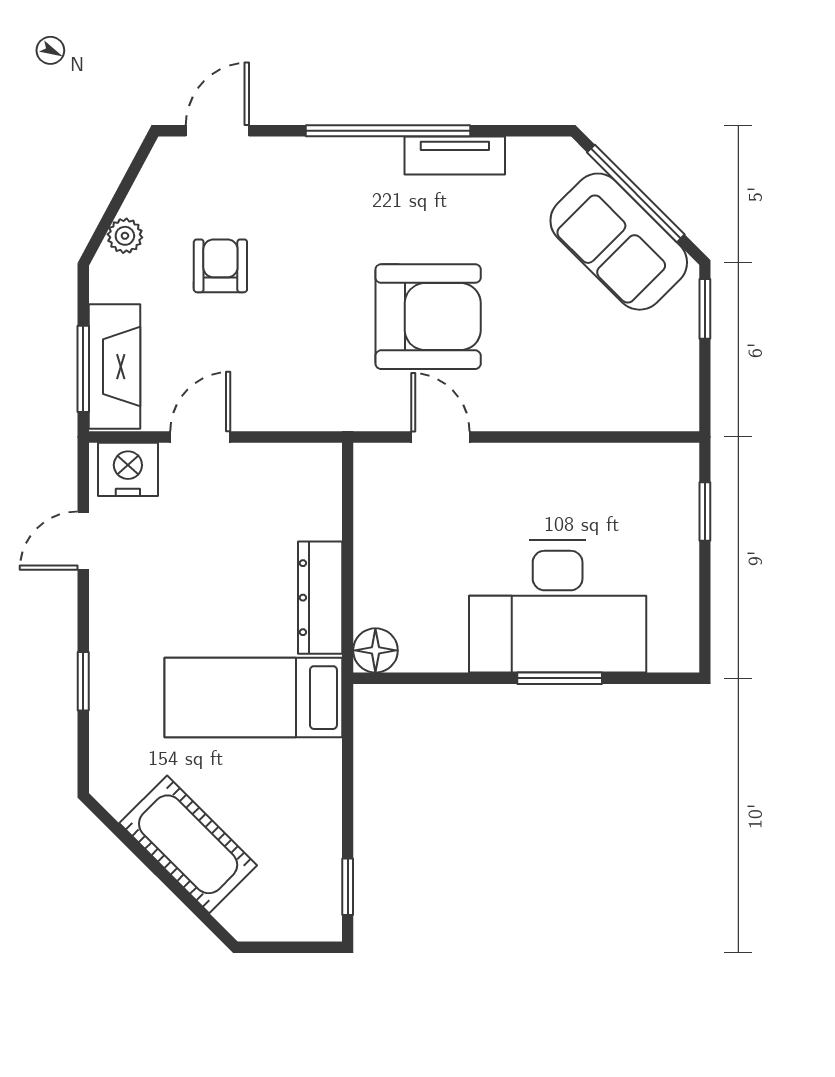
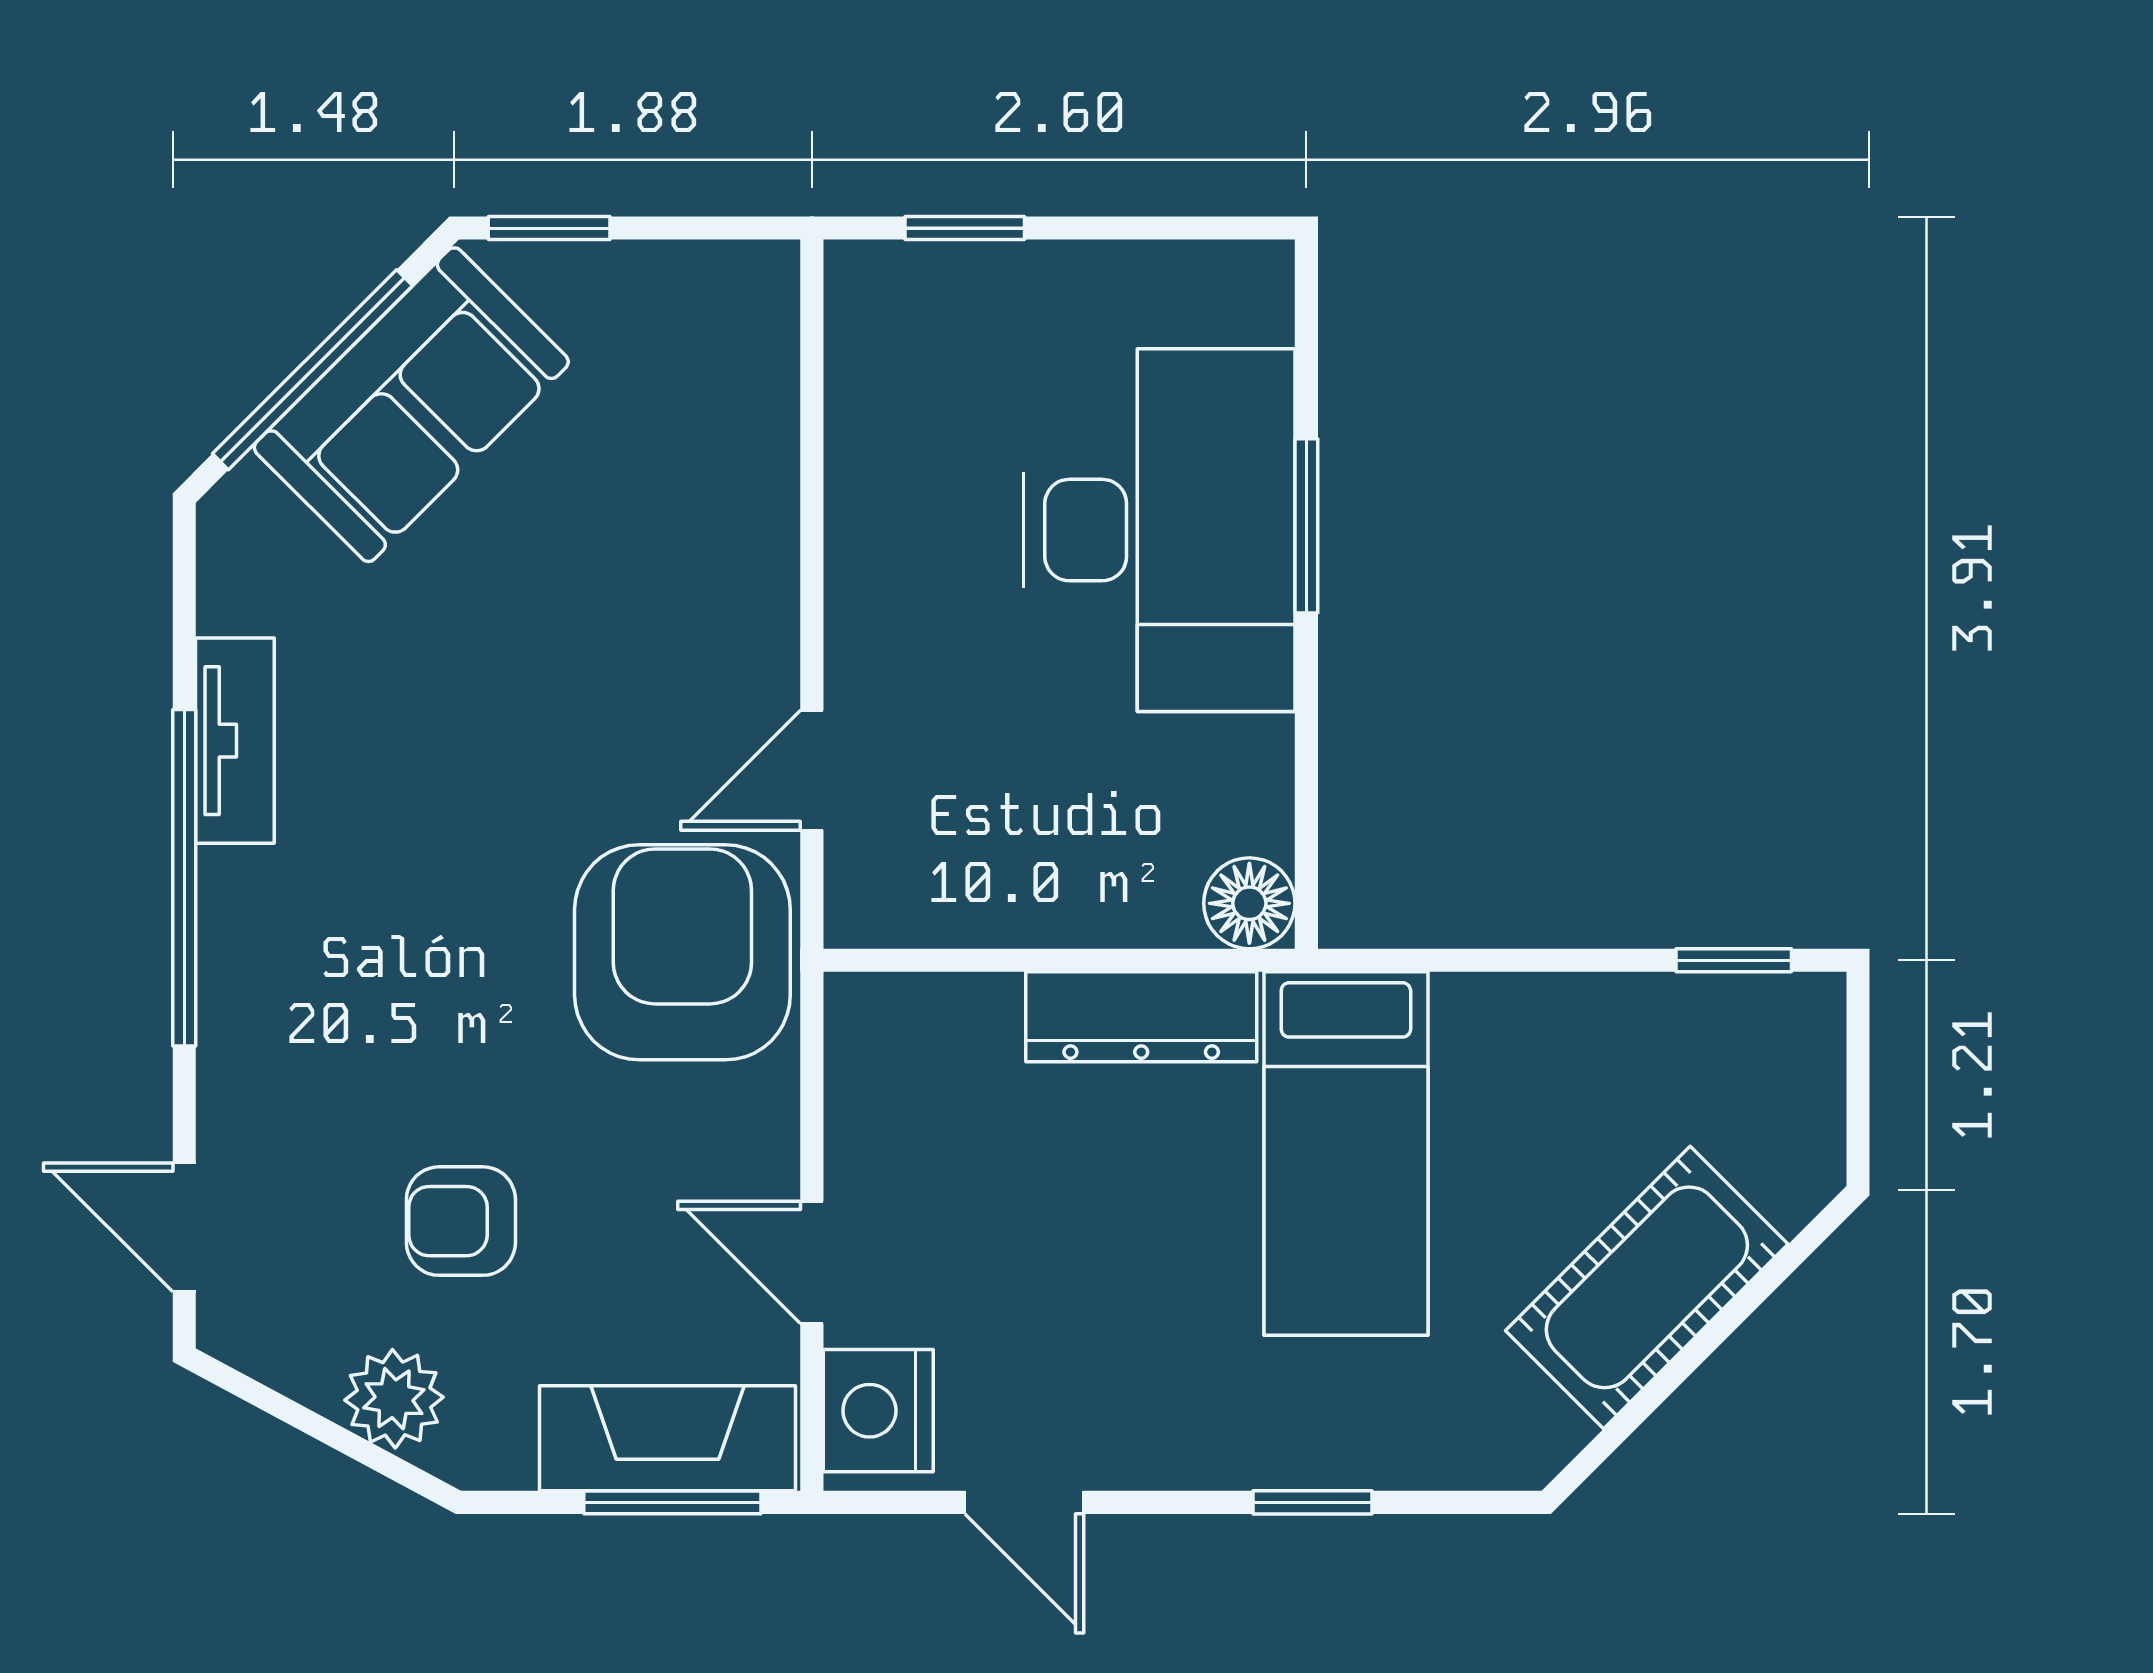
plant: (125, 236) -> (394, 1399), width x1.38, depth x1.38
armchair: (428, 317) -> (682, 952), moved

